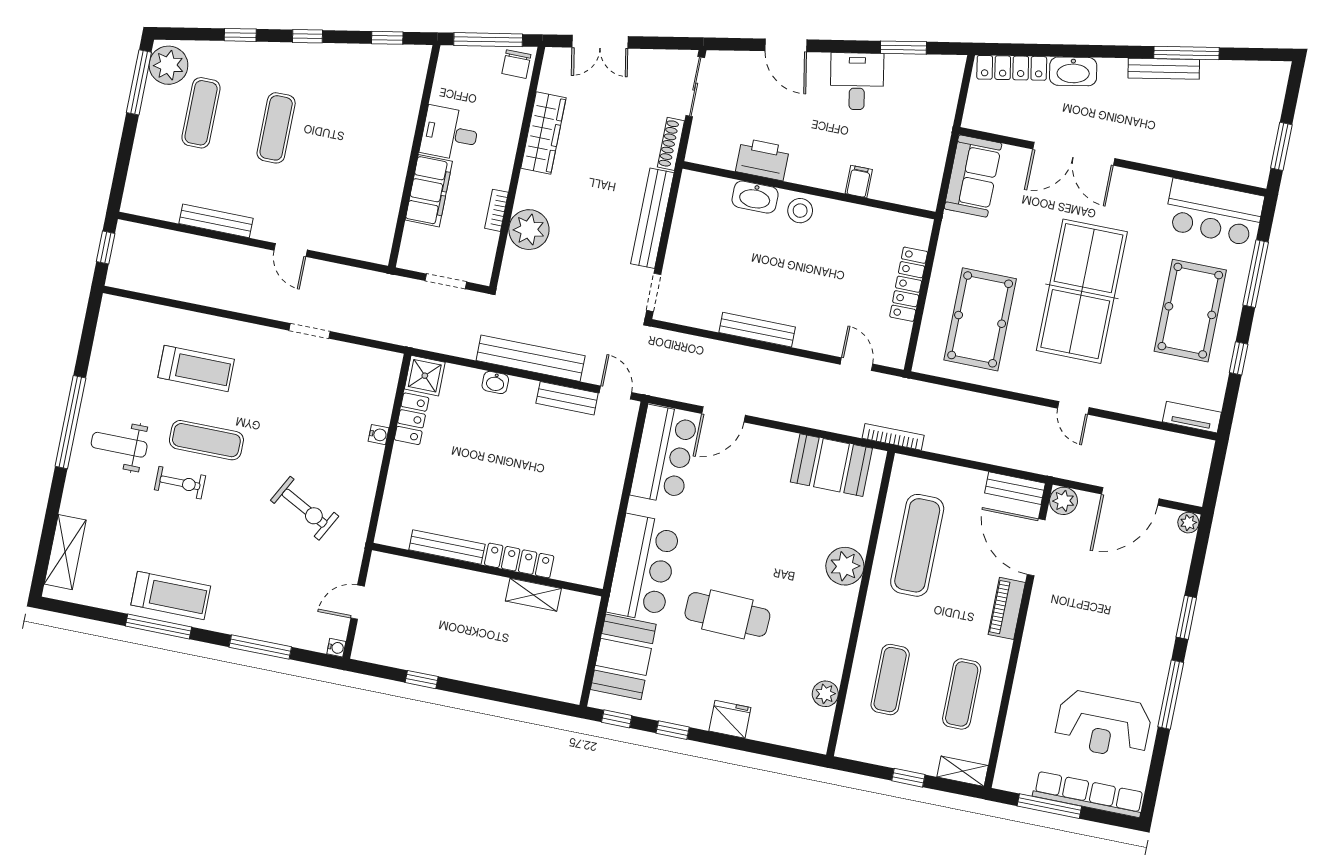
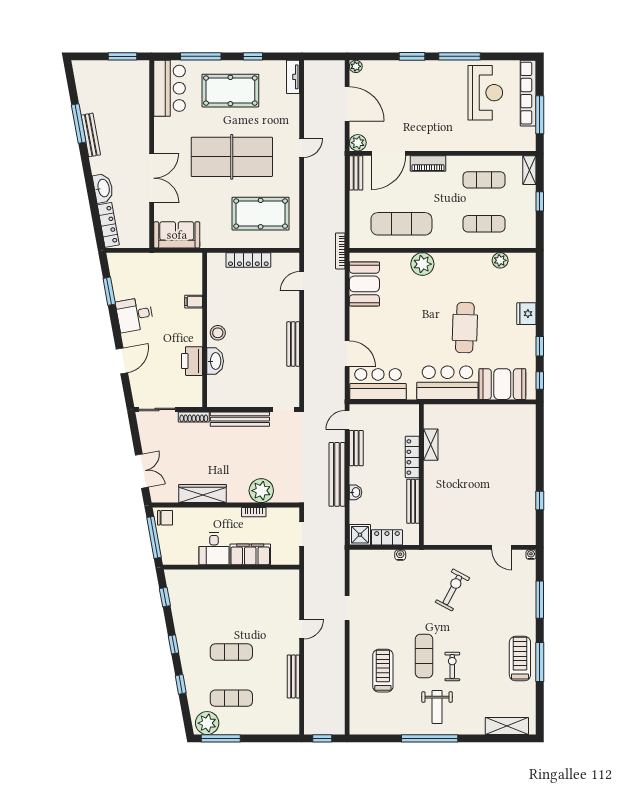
bench: (447, 547) -> (413, 501), moved
locker: (519, 560) -> (412, 457), moved
wall: (487, 570) -> (421, 475), moved
shelving: (533, 595) -> (431, 445), moved

